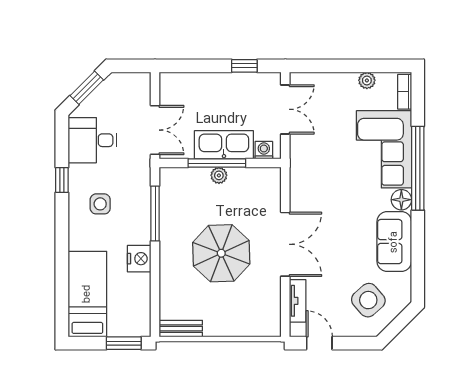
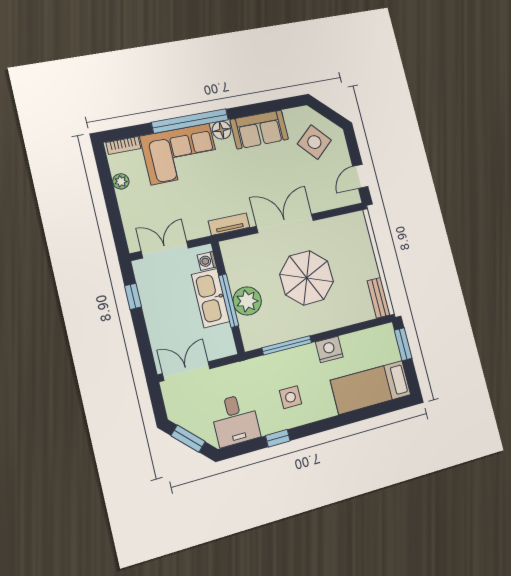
double door: (155, 130) -> (186, 371), moved
plant: (219, 175) -> (247, 301), width x1.87, depth x1.87
tv unit: (298, 301) -> (229, 224), moved

